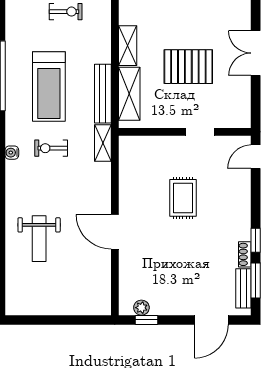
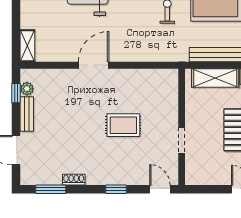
shelving: (103, 143) -> (27, 46), moved, turned 90
window: (256, 240) -> (116, 189), moved
bench: (243, 288) -> (27, 114), moved, turned 90

